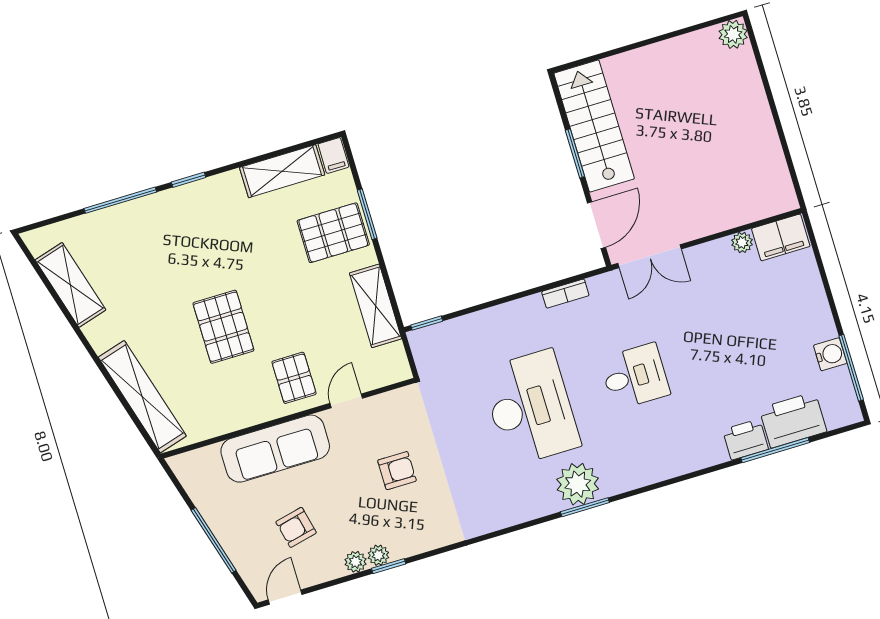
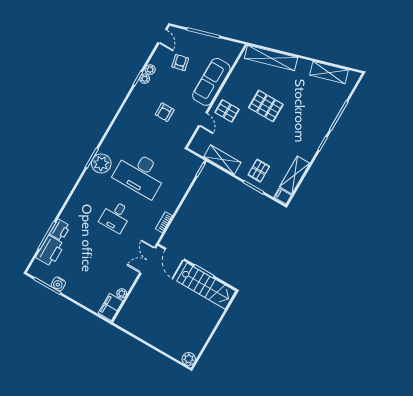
pallet: (333, 233) -> (259, 171), width x0.67, depth x0.71

